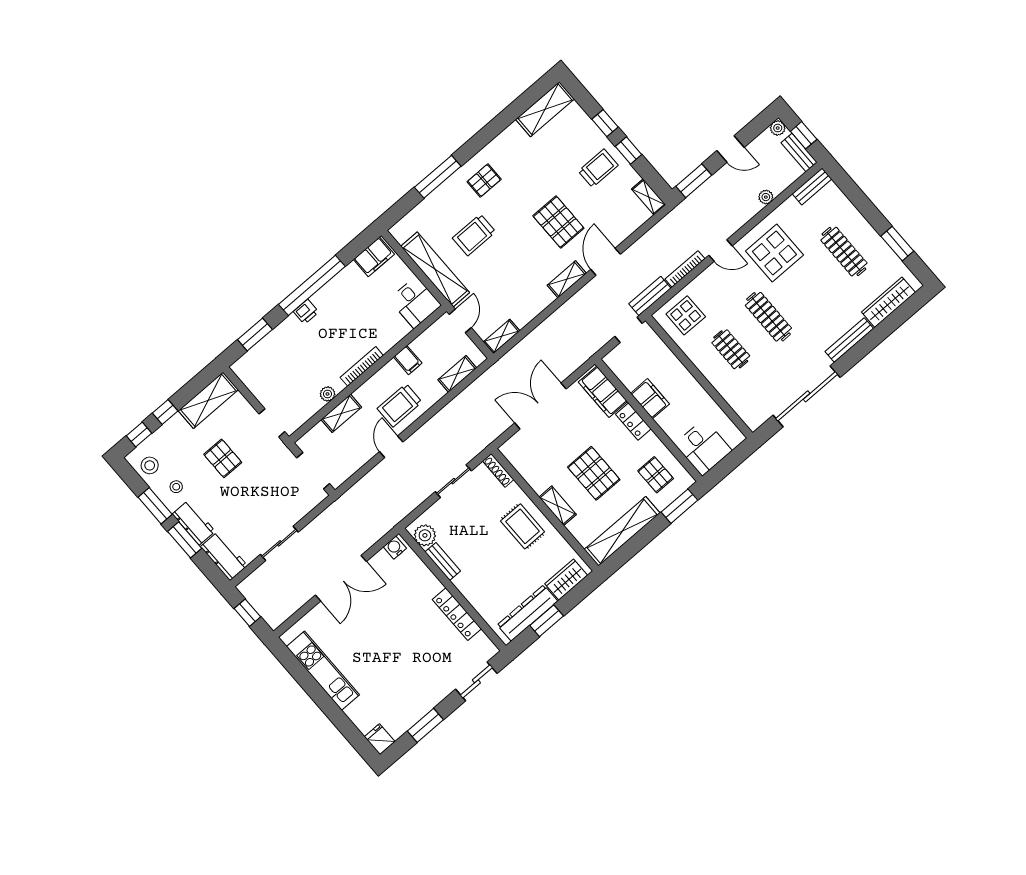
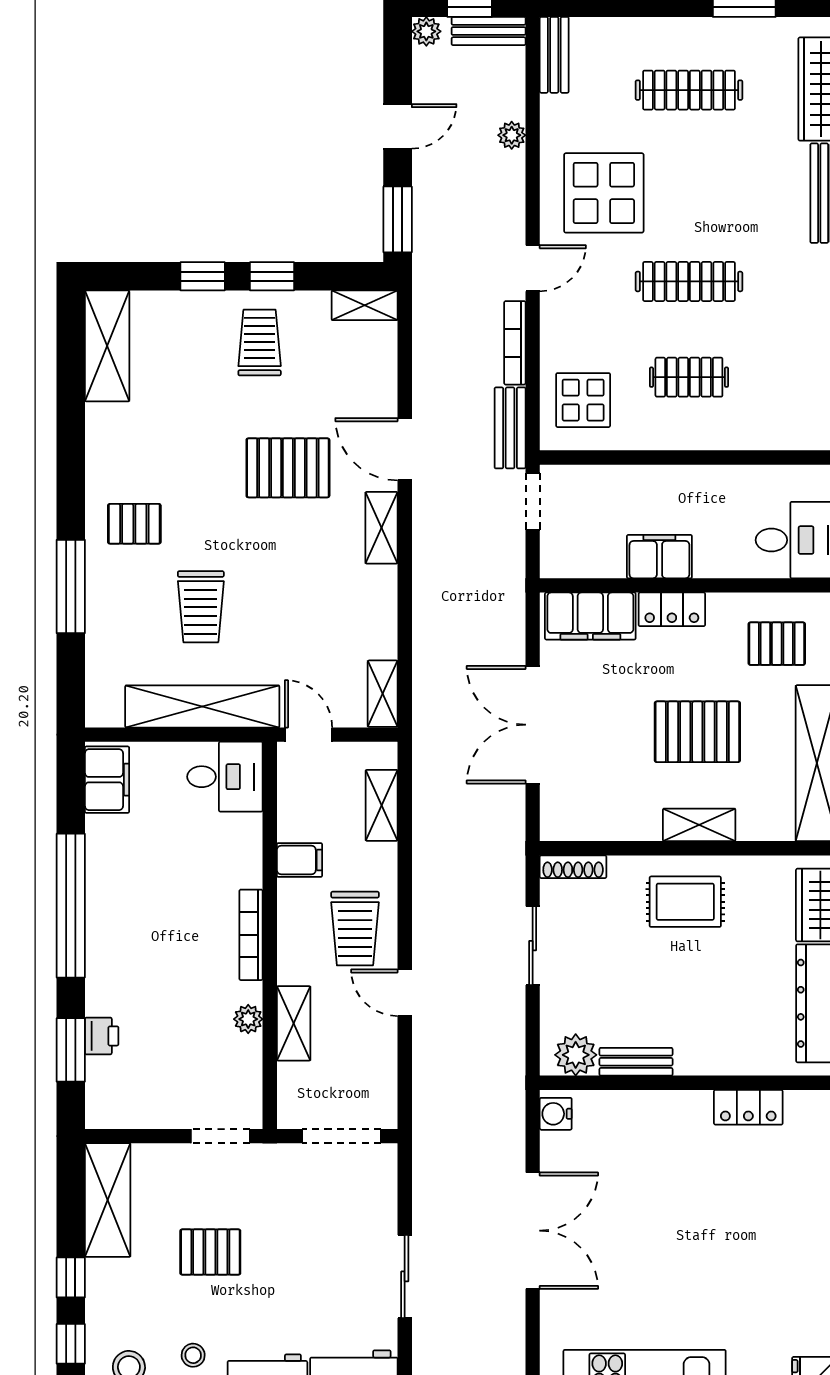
pallet: (484, 180) -> (134, 524), turned 90
printer: (306, 312) -> (102, 1036), moved
locker: (457, 614) -> (748, 1107), width x0.66

